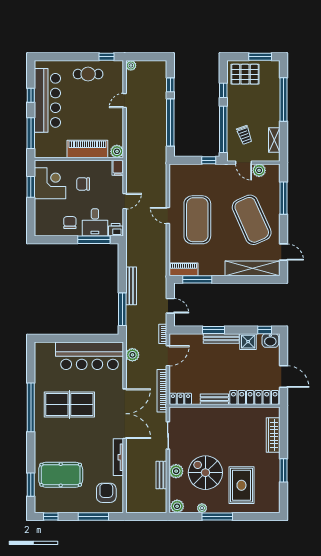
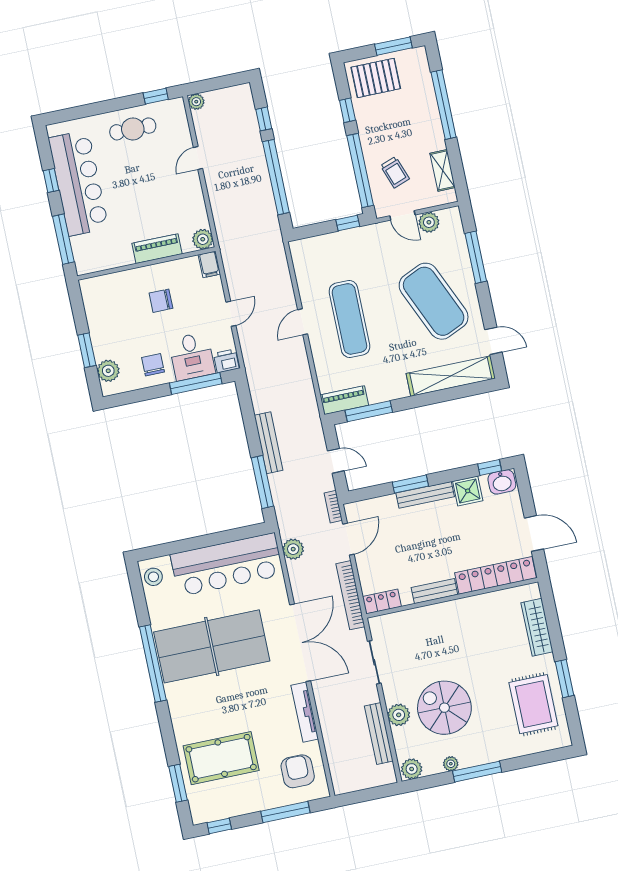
piano: (87, 149) -> (157, 249), width x0.73, depth x0.75
corner desk: (50, 183) -> (109, 310), removed
window: (31, 187) -> (87, 350), moved
door: (168, 215) -> (303, 322), hinge flipped
plant: (41, 220) -> (108, 371), added
exercise mat: (197, 220) -> (349, 319), width x0.68
stool: (42, 354) -> (153, 577), added
table tennis table: (69, 404) -> (212, 646), width x1.36, depth x1.32
bench: (161, 475) -> (379, 733), width x1.36
rug: (241, 485) -> (533, 704), moved

